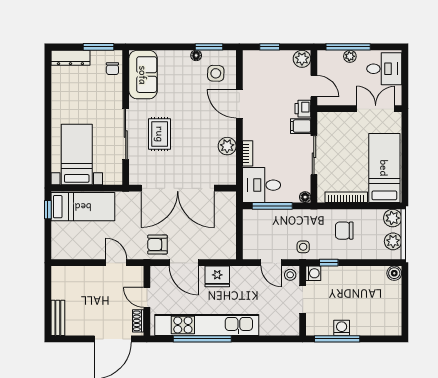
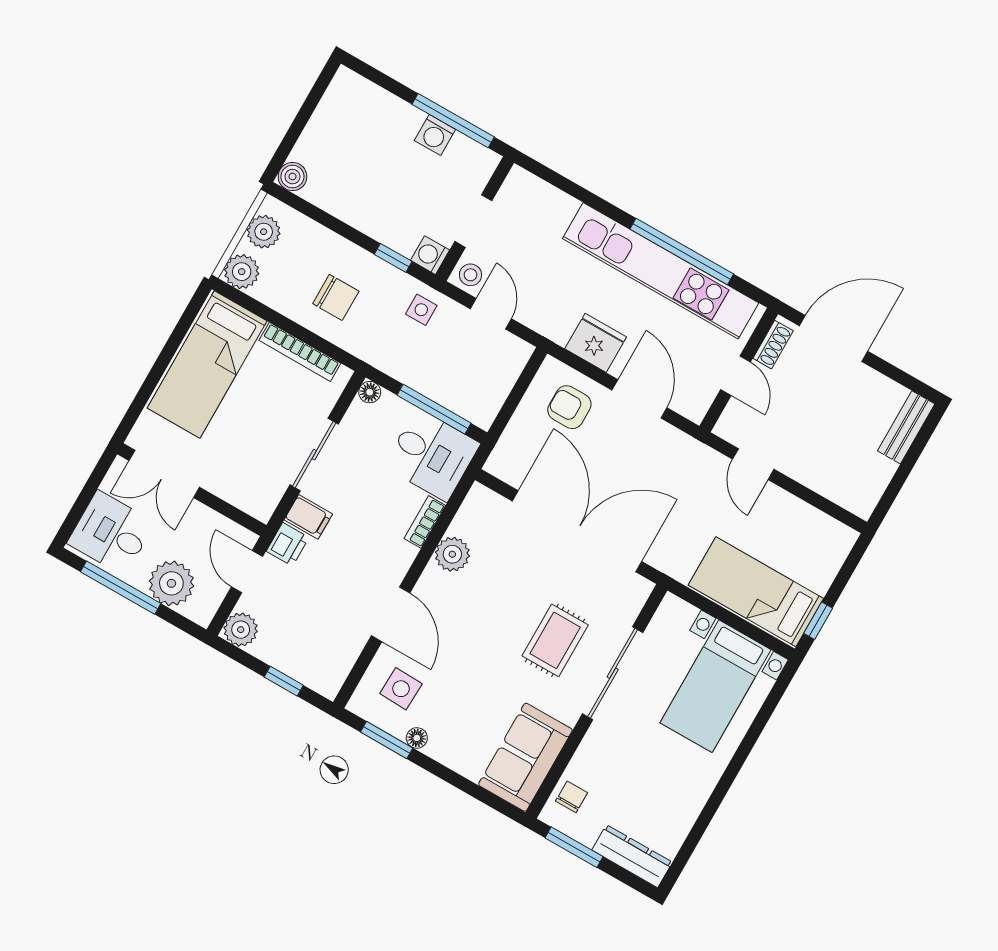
window: (348, 47) -> (121, 588), moved
plant: (350, 56) -> (171, 583), width x1.88, depth x1.88
armchair: (157, 245) -> (569, 407), moved, turned 180

